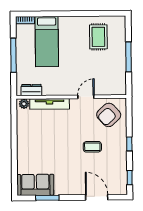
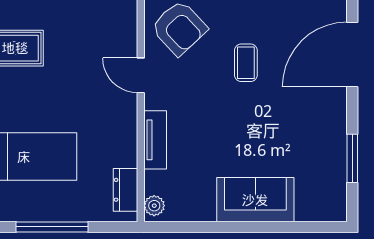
tv unit: (50, 104) -> (155, 140), width x0.71
sofa: (35, 185) -> (255, 200), moved, turned 90
door: (97, 197) -> (352, 55), width x1.36

